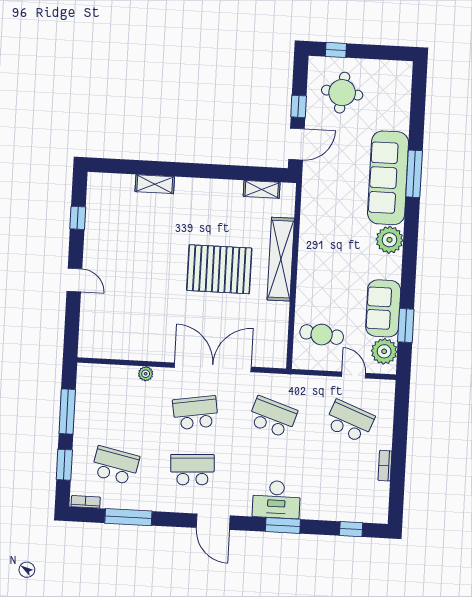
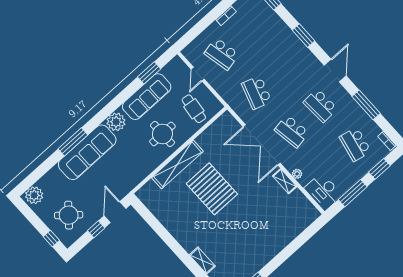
round table: (342, 93) -> (69, 215), turned 34
door: (297, 144) -> (115, 212), hinge flipped
shelving: (262, 189) -> (285, 181), moved
round table: (328, 275) -> (162, 134), added
door: (74, 280) -> (287, 253), removed
sofa: (383, 308) -> (147, 97), width x1.36
plant: (384, 351) -> (34, 195), moved
school desk: (350, 421) -> (222, 54), turned -33
desk: (276, 499) -> (323, 192), moved, turned 180
window: (128, 517) -> (366, 105), moved

